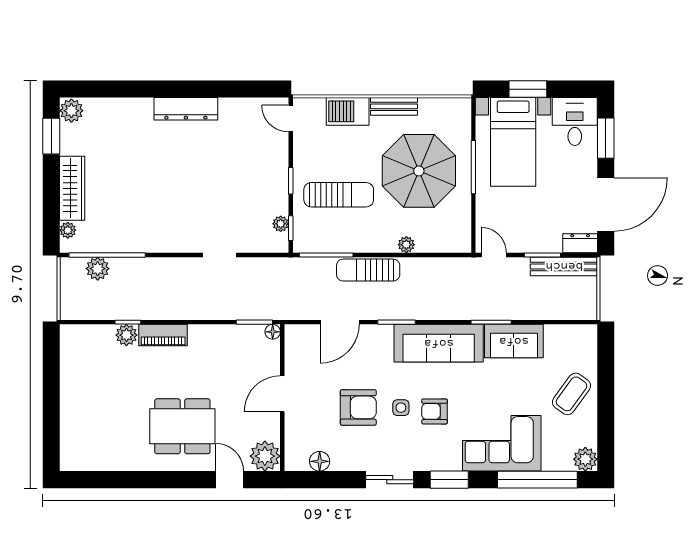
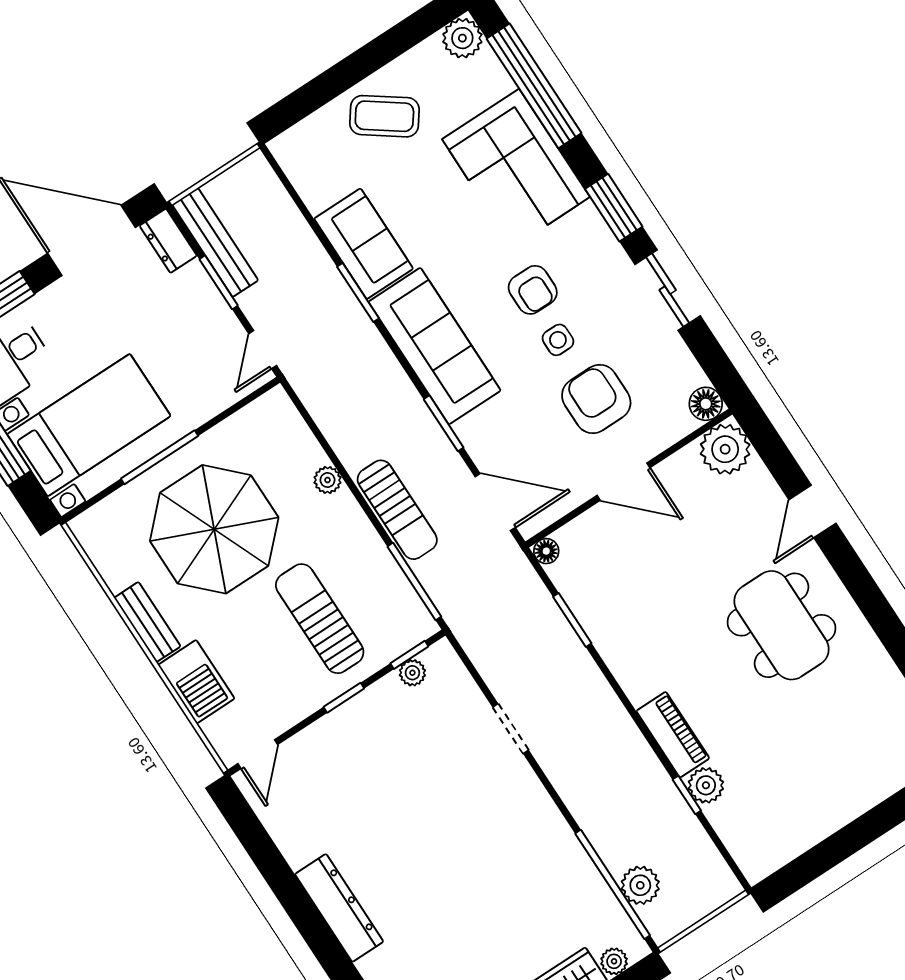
floor lamp: (273, 332) -> (546, 551), moved
door: (282, 394) -> (624, 482), moved
wall: (282, 398) -> (629, 478), moved
plant: (265, 456) -> (725, 449), moved

